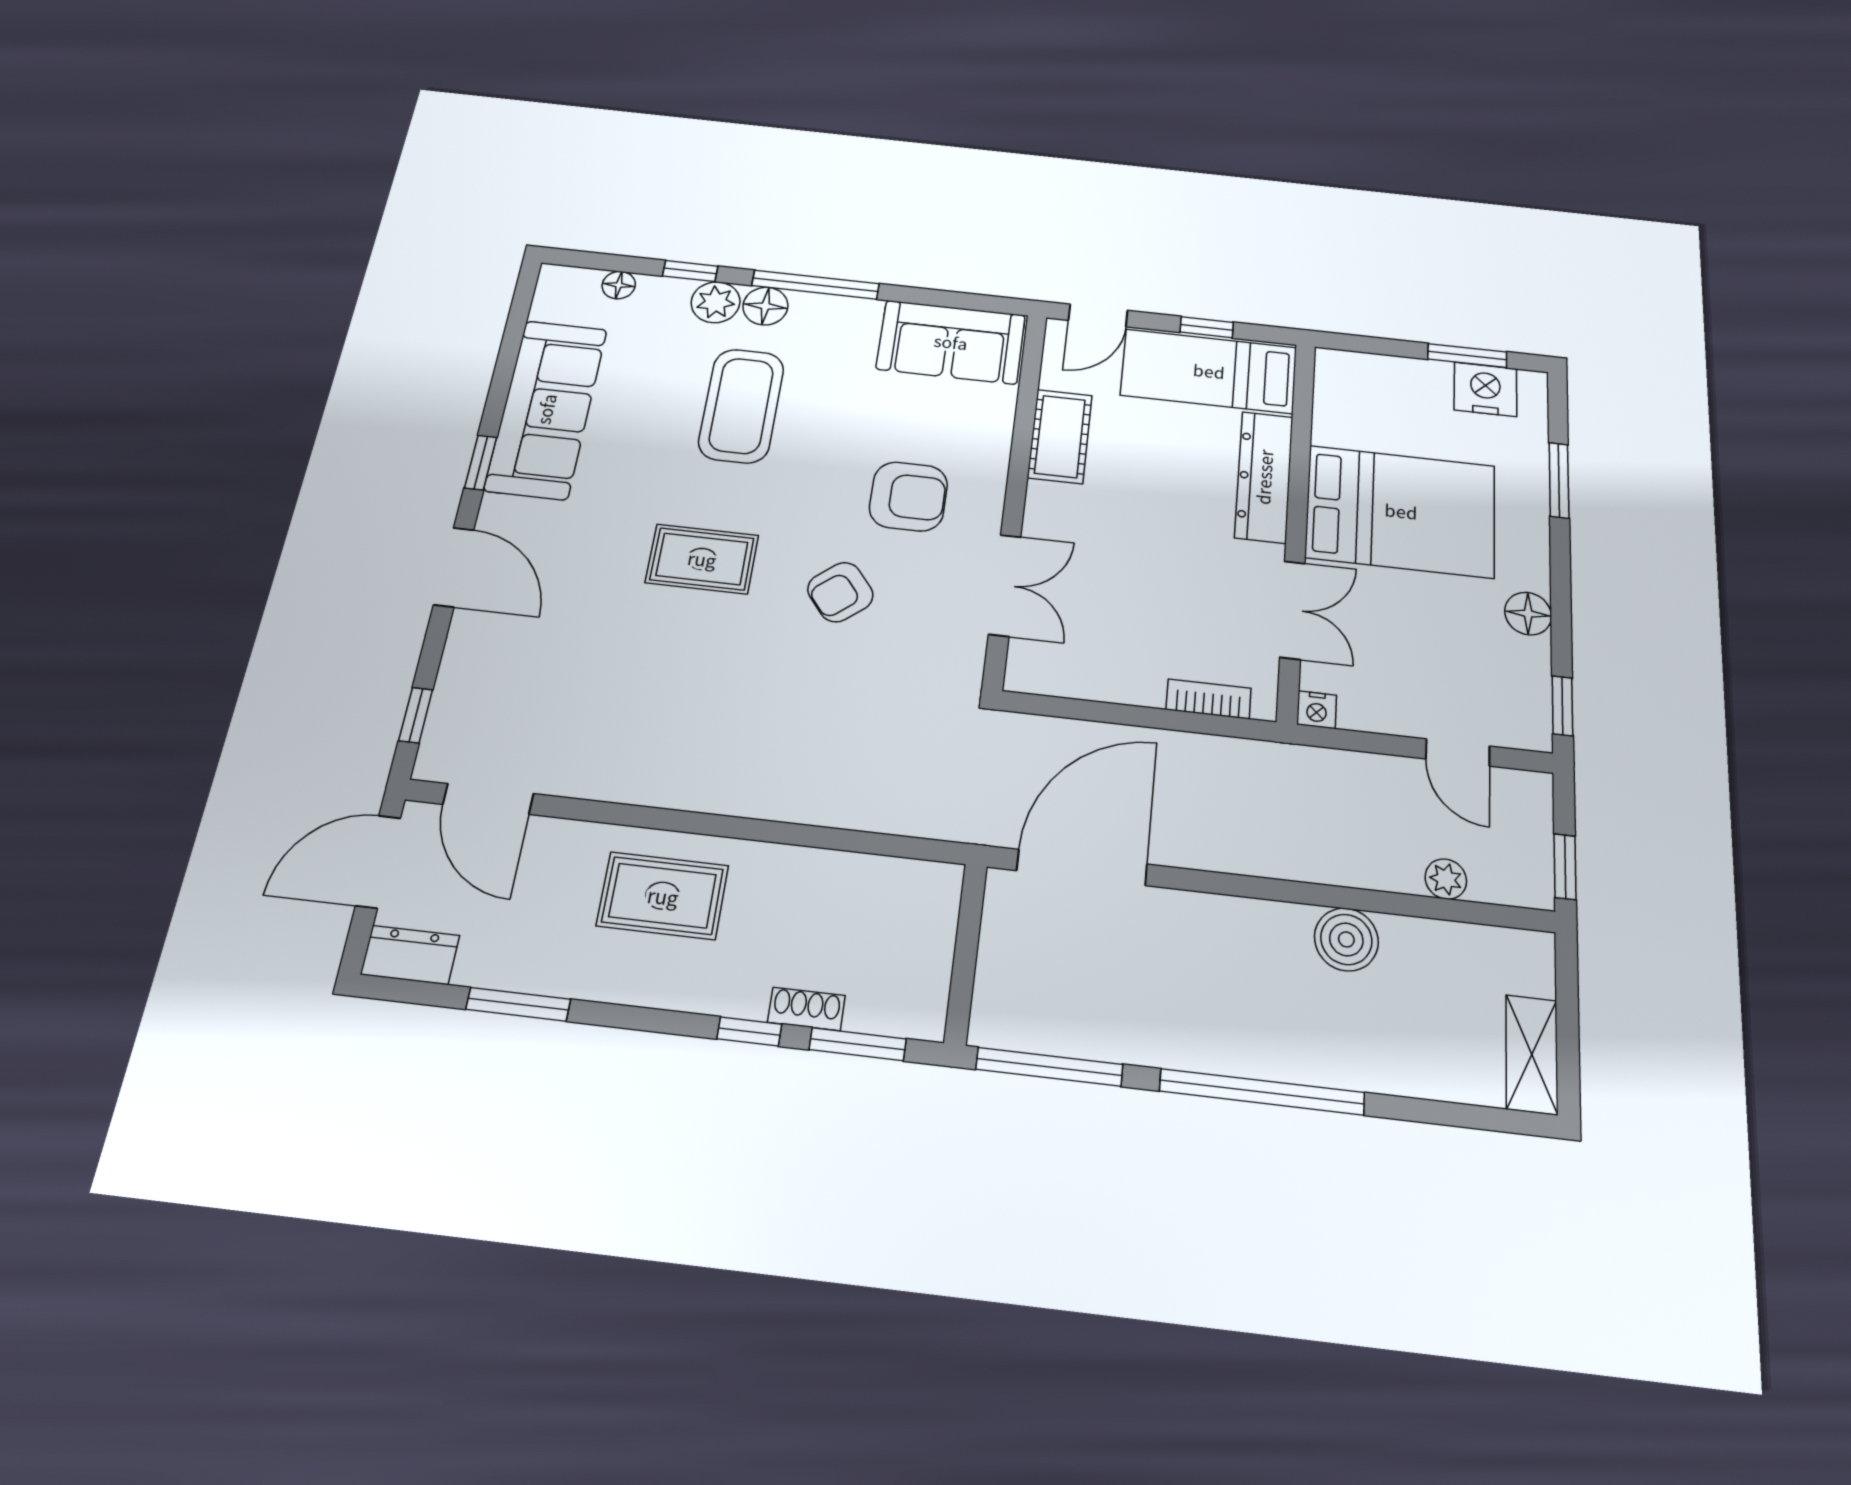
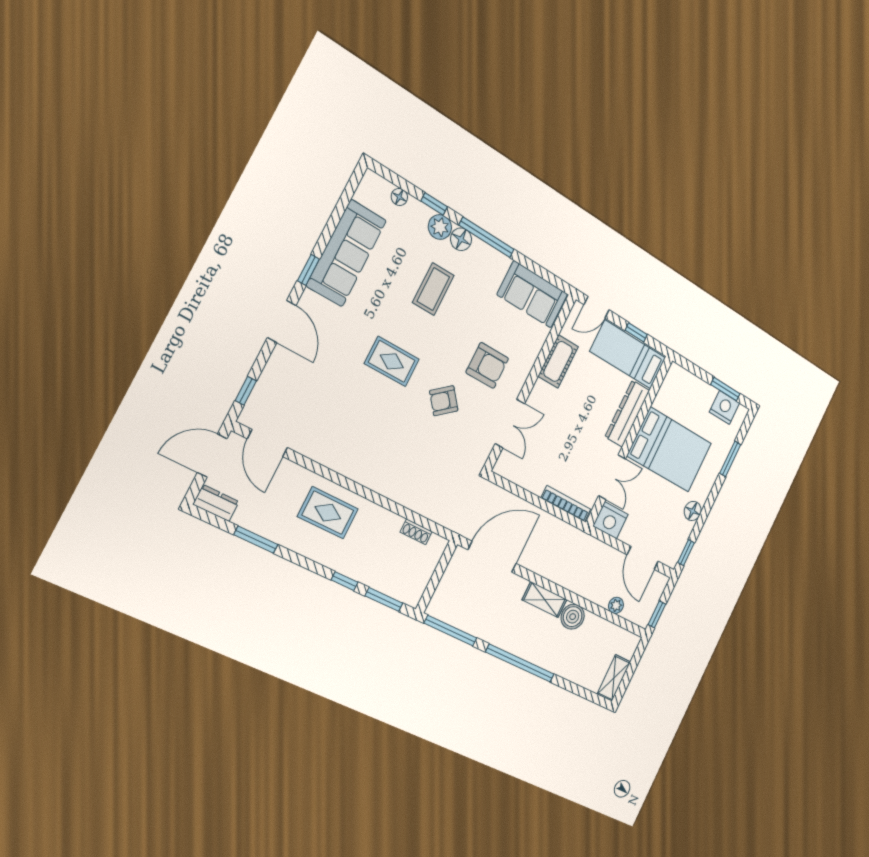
coffee table: (741, 406) -> (433, 289), width x0.73, depth x0.76
bookcase: (1208, 699) -> (566, 504), width x1.56
nightstand: (1317, 710) -> (610, 520), width x1.89, depth x1.79
door: (1458, 752) -> (643, 558), width x1.38
shelving: (1255, 922) -> (545, 600), added
shoe rack: (806, 1009) -> (416, 532), moved, turned 180

